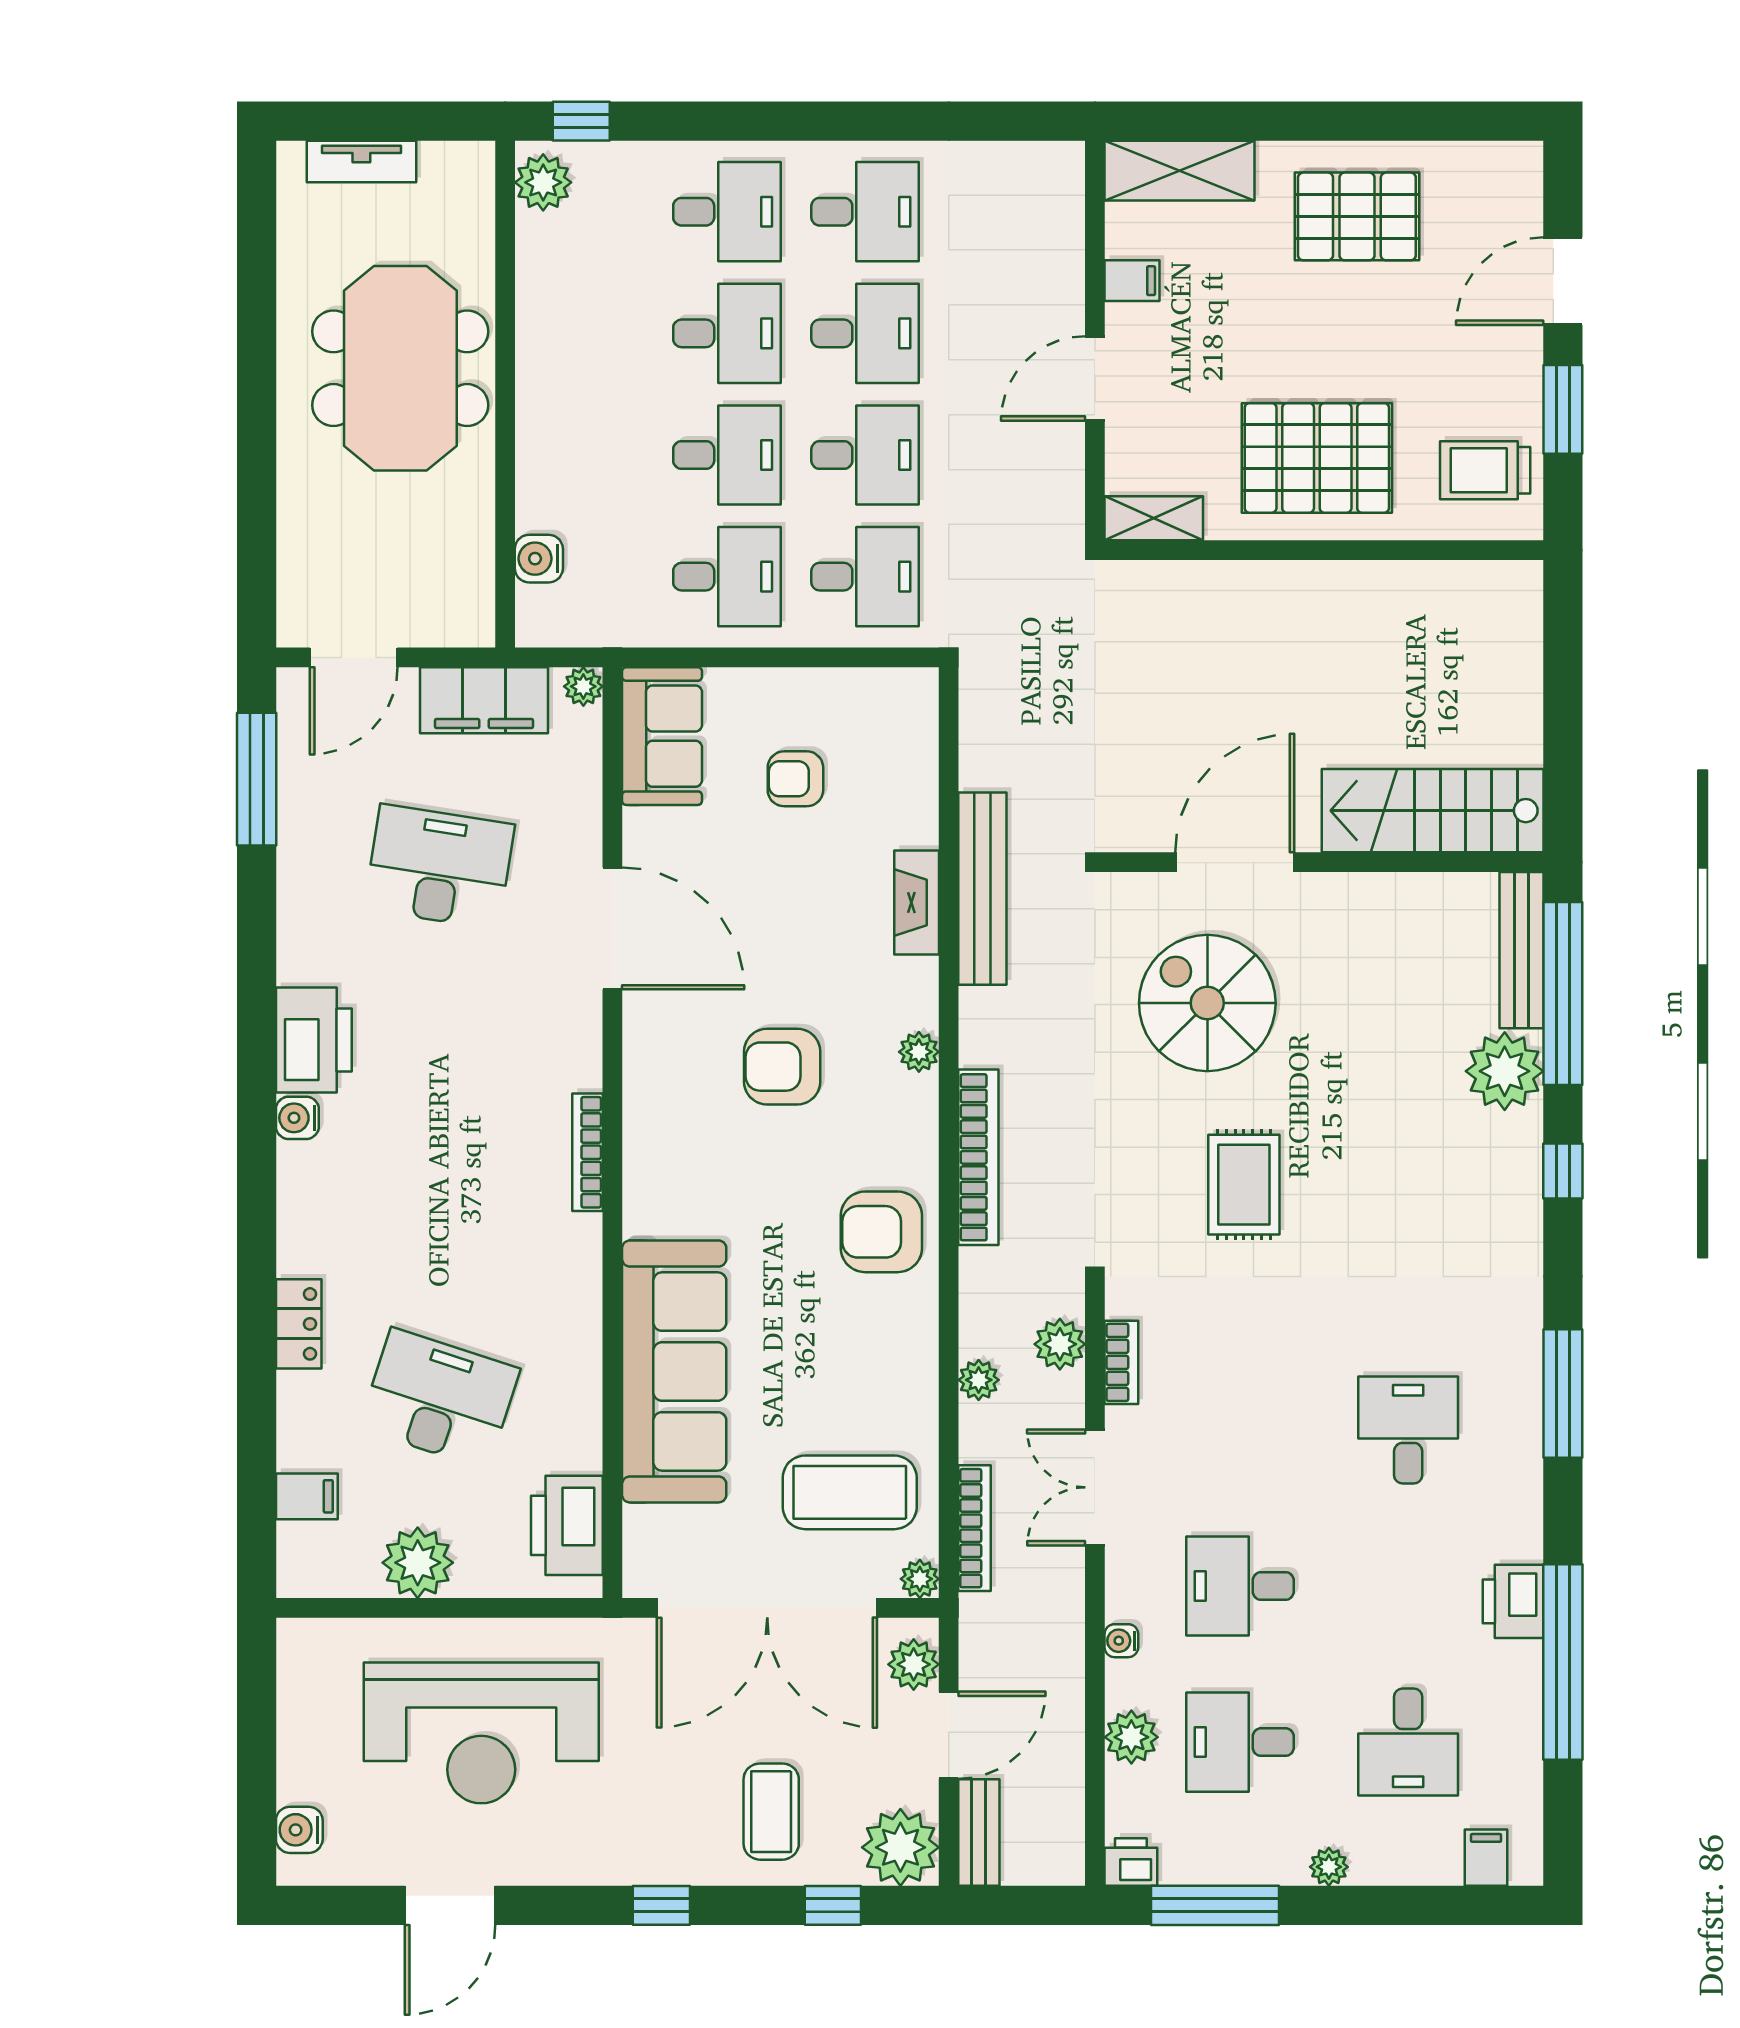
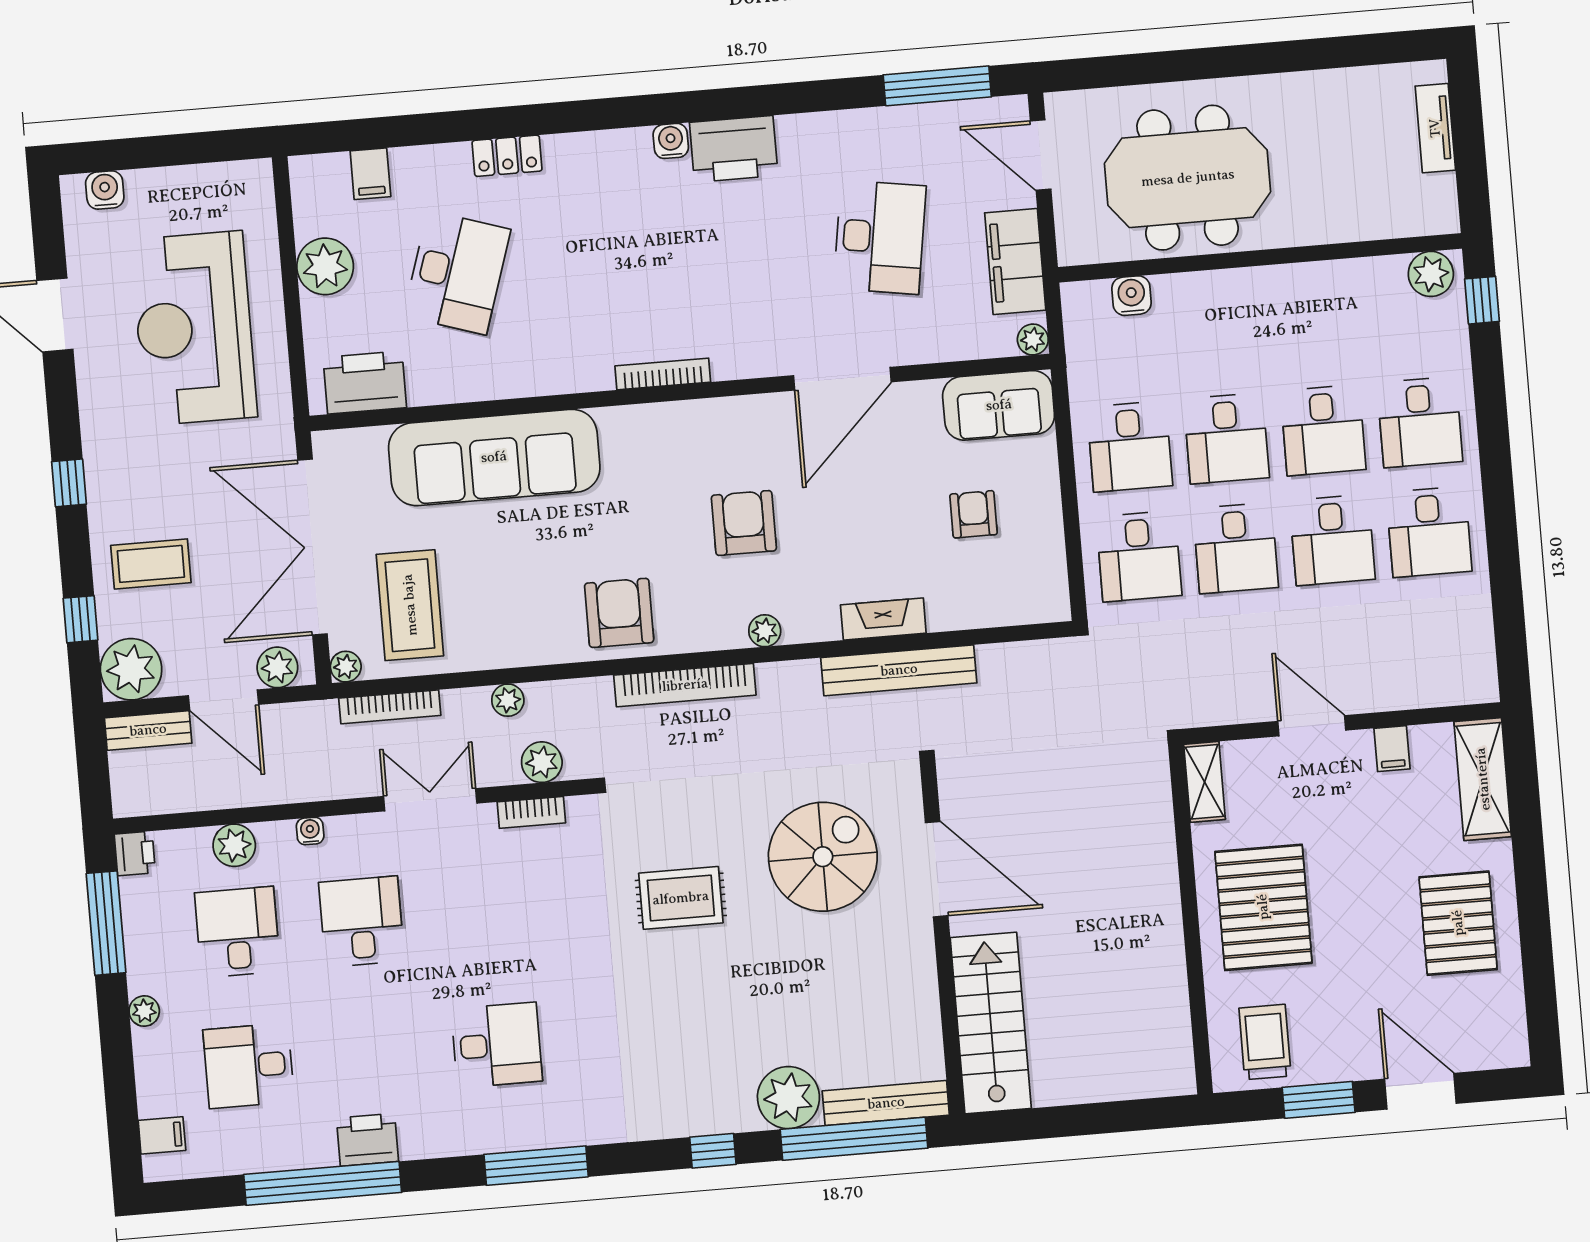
meeting table: (400, 368) -> (1188, 178), moved

